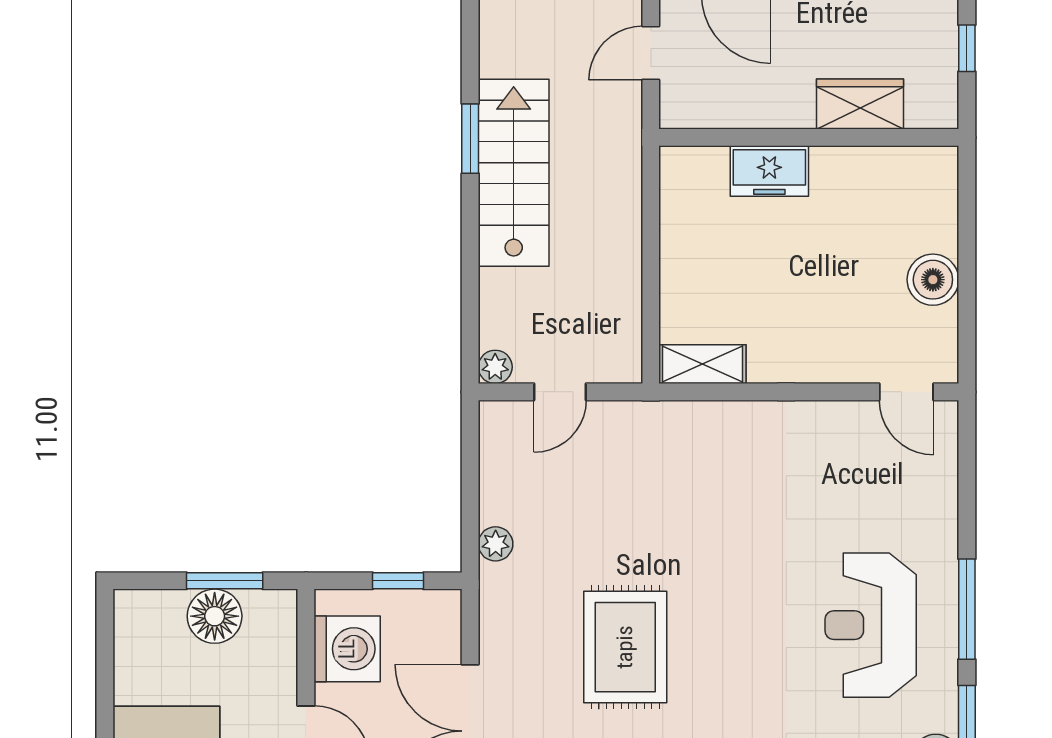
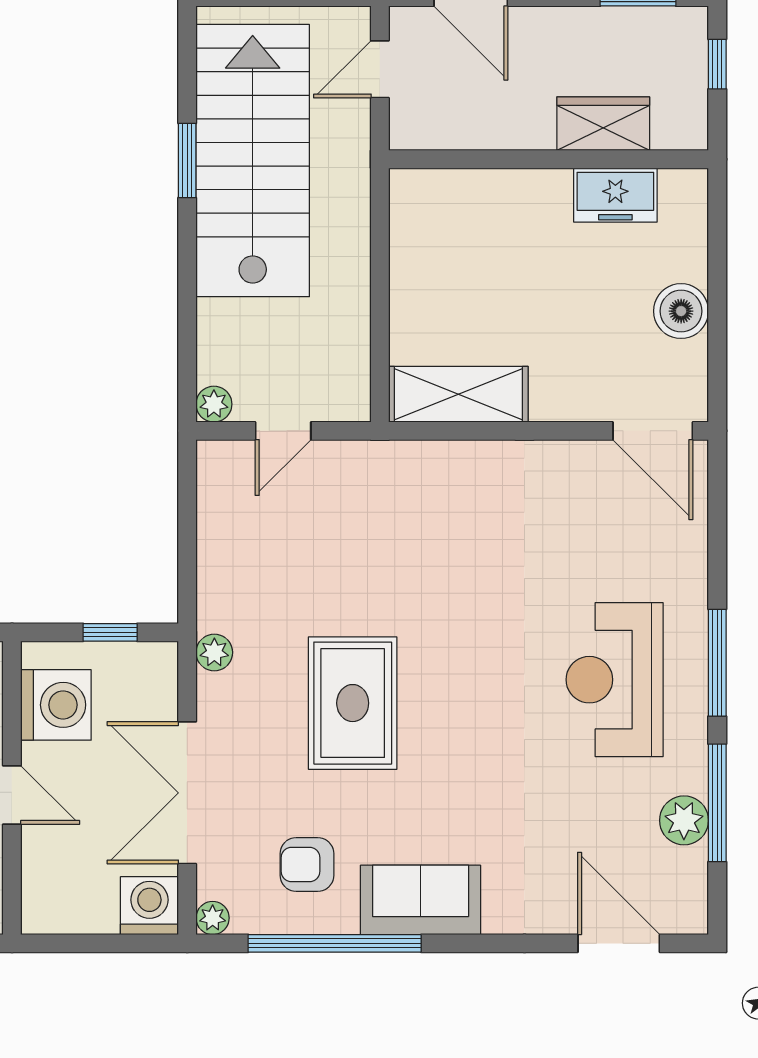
freezer: (769, 171) -> (615, 195), moved
stairs: (514, 173) -> (253, 161), width x1.36, depth x1.51
shelving: (702, 364) -> (458, 394), width x1.50, depth x1.33
door: (906, 392) -> (653, 431), width x1.38
plant: (496, 544) -> (214, 652), moved

